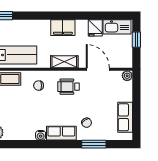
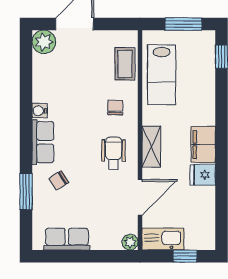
kitchen sink: (117, 27) -> (163, 239), moved, turned 90
fridge: (95, 28) -> (203, 175), moved

